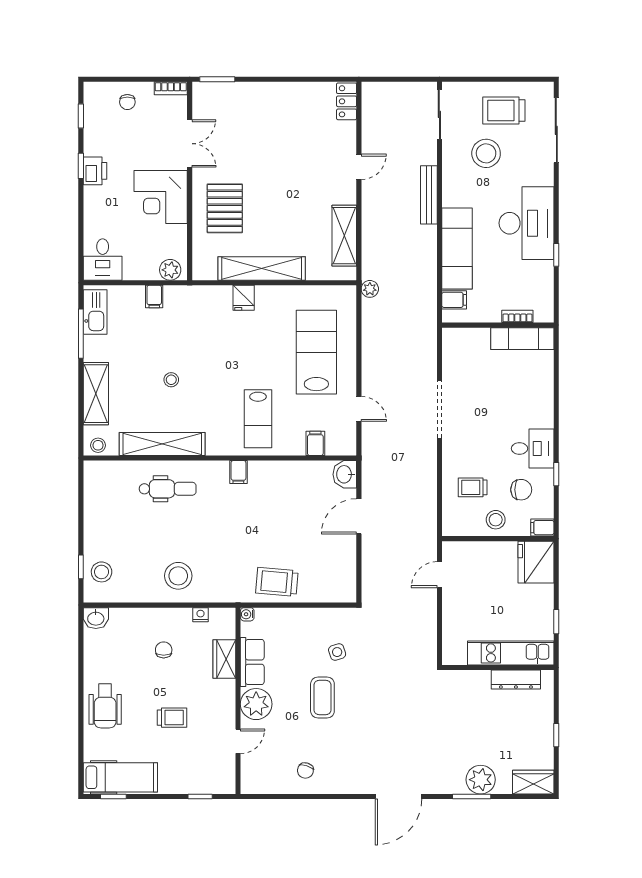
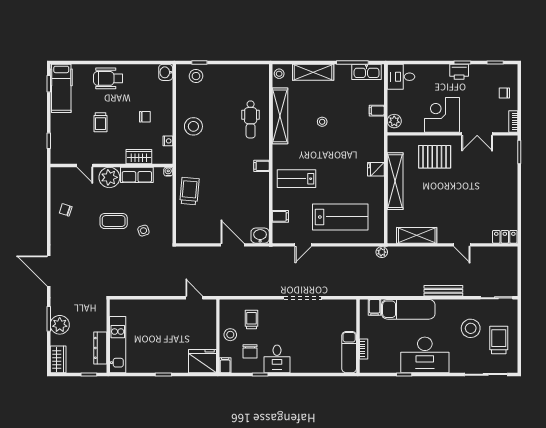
kitchen unit: (511, 653) -> (118, 345), moved
wall: (498, 668) -> (108, 336), moved
dresser: (516, 680) -> (100, 348), moved

